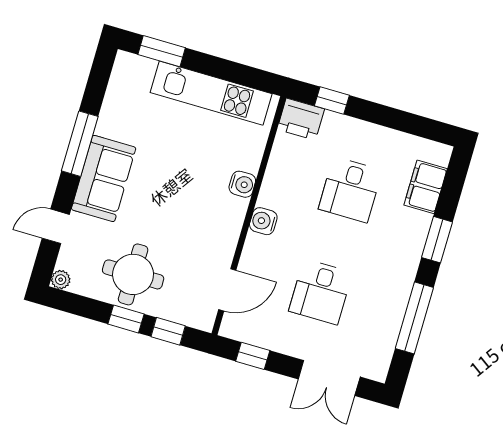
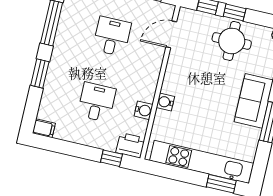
kitchen unit: (211, 93) -> (202, 162), width x1.36
filing cabinet: (426, 187) -> (44, 128), moved, width x0.50
water cooler: (263, 221) -> (144, 110), moved

